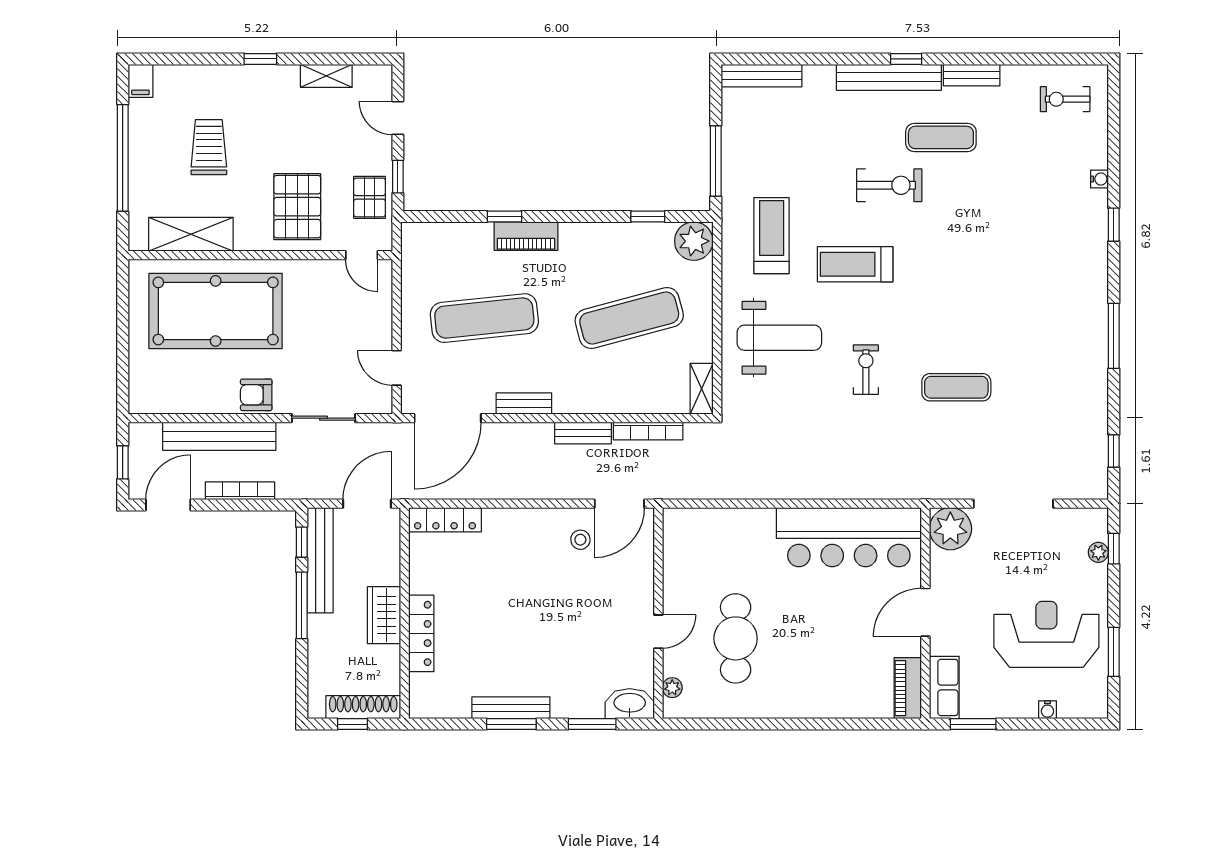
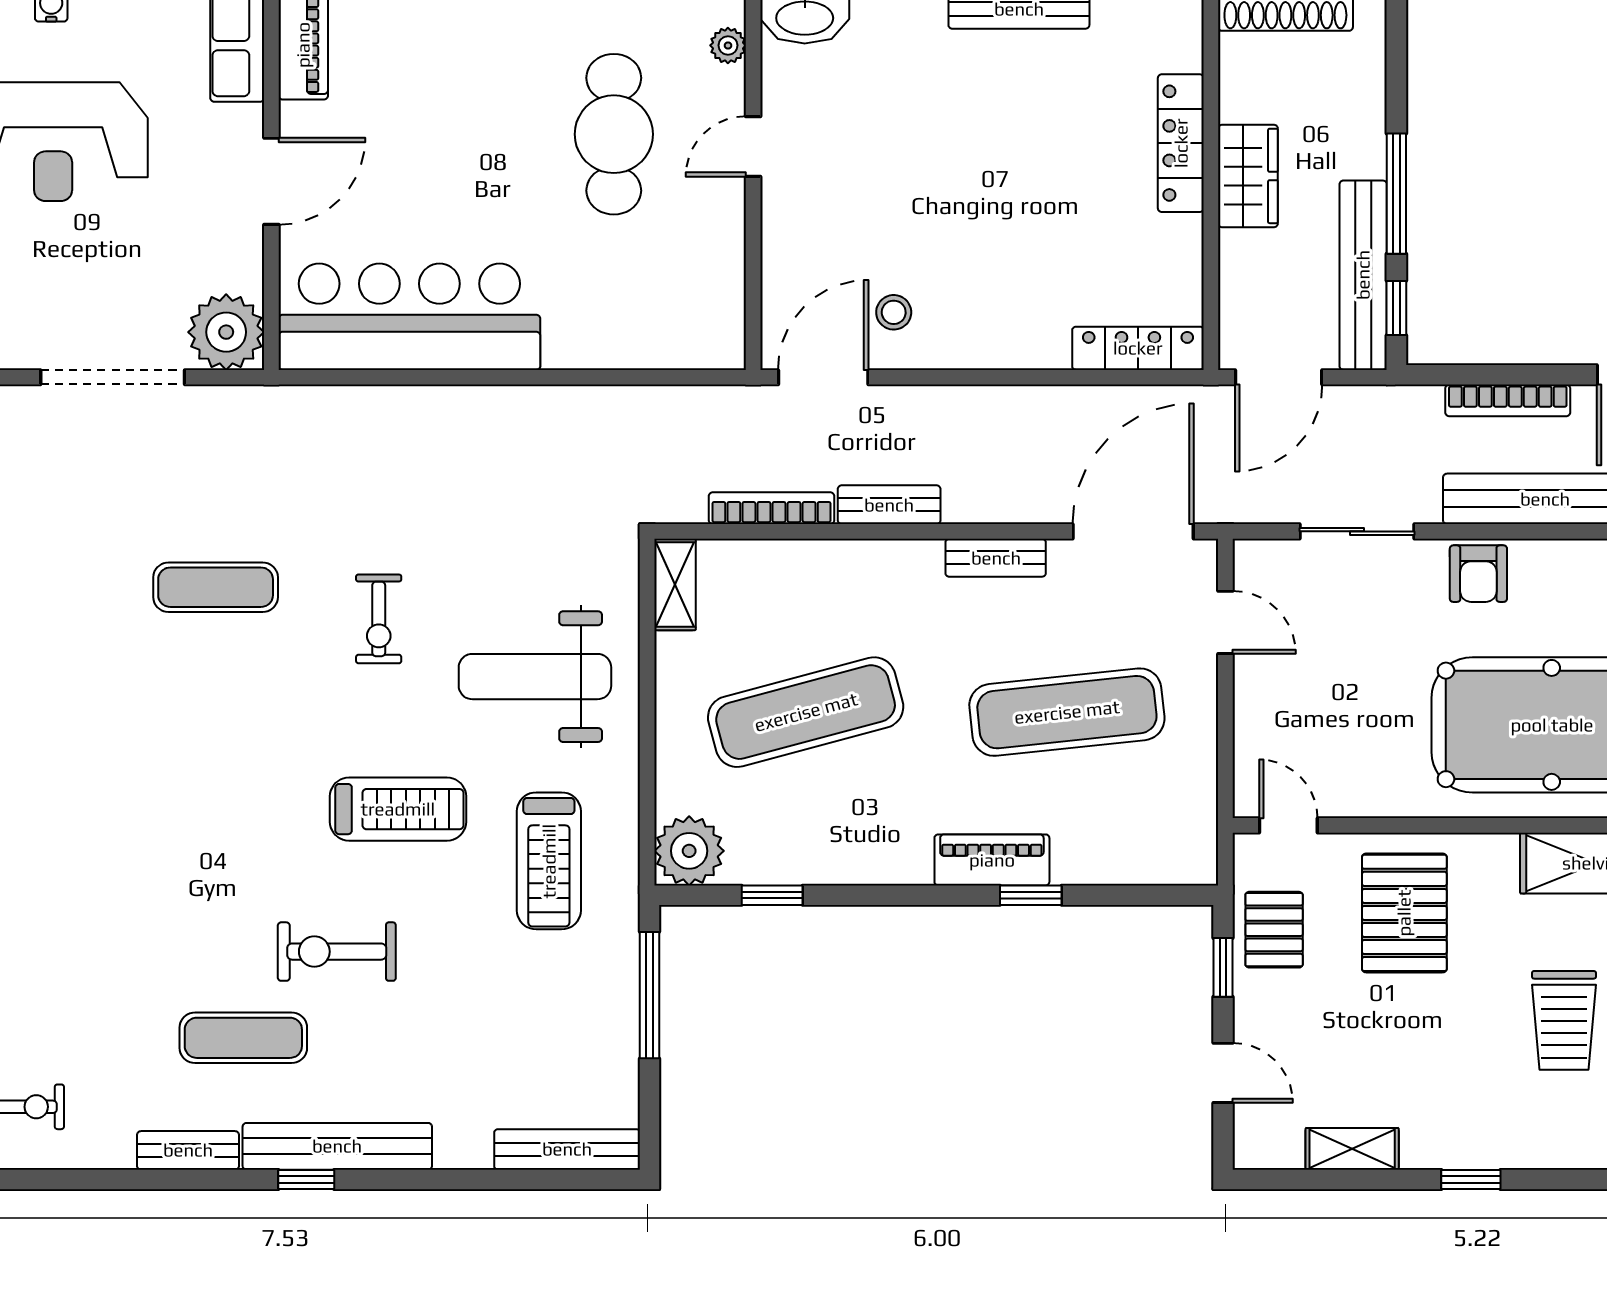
armchair: (256, 395) -> (1478, 574), turned 90

